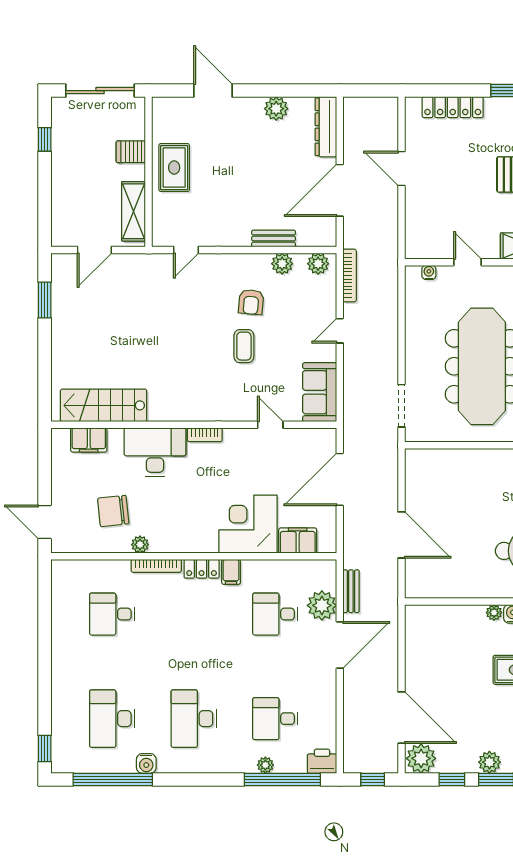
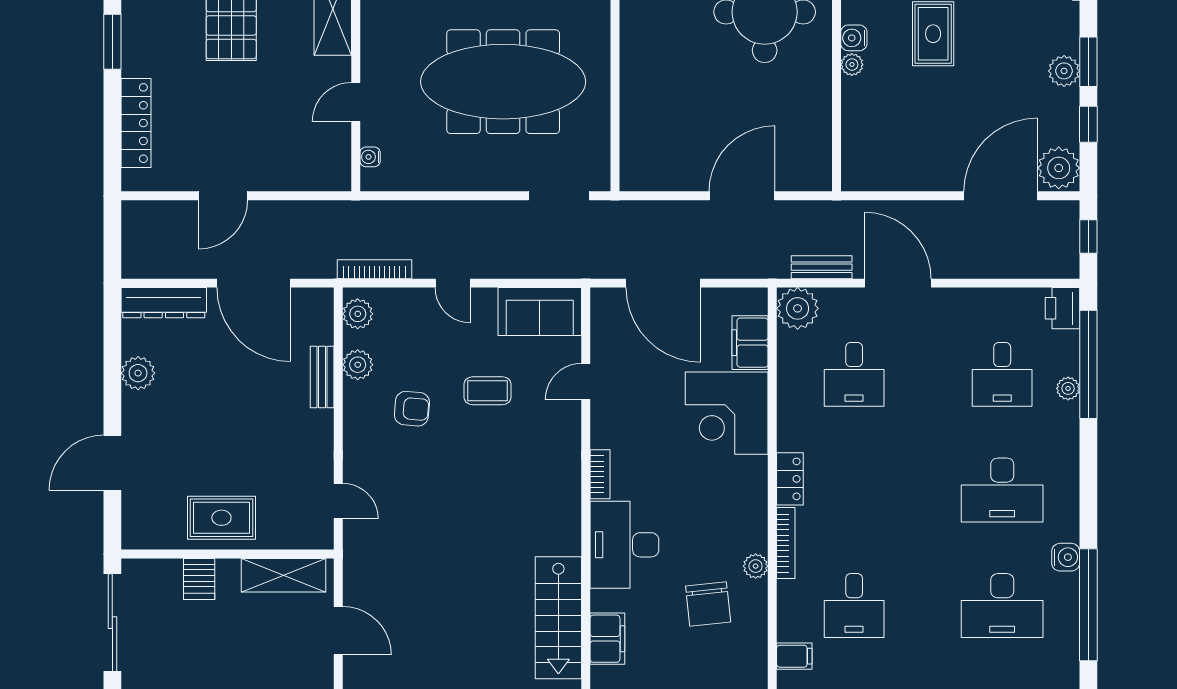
coffee table: (244, 346) -> (487, 391), moved
filing cabinet: (231, 572) -> (794, 656), moved
plant: (322, 605) -> (798, 308), moved

